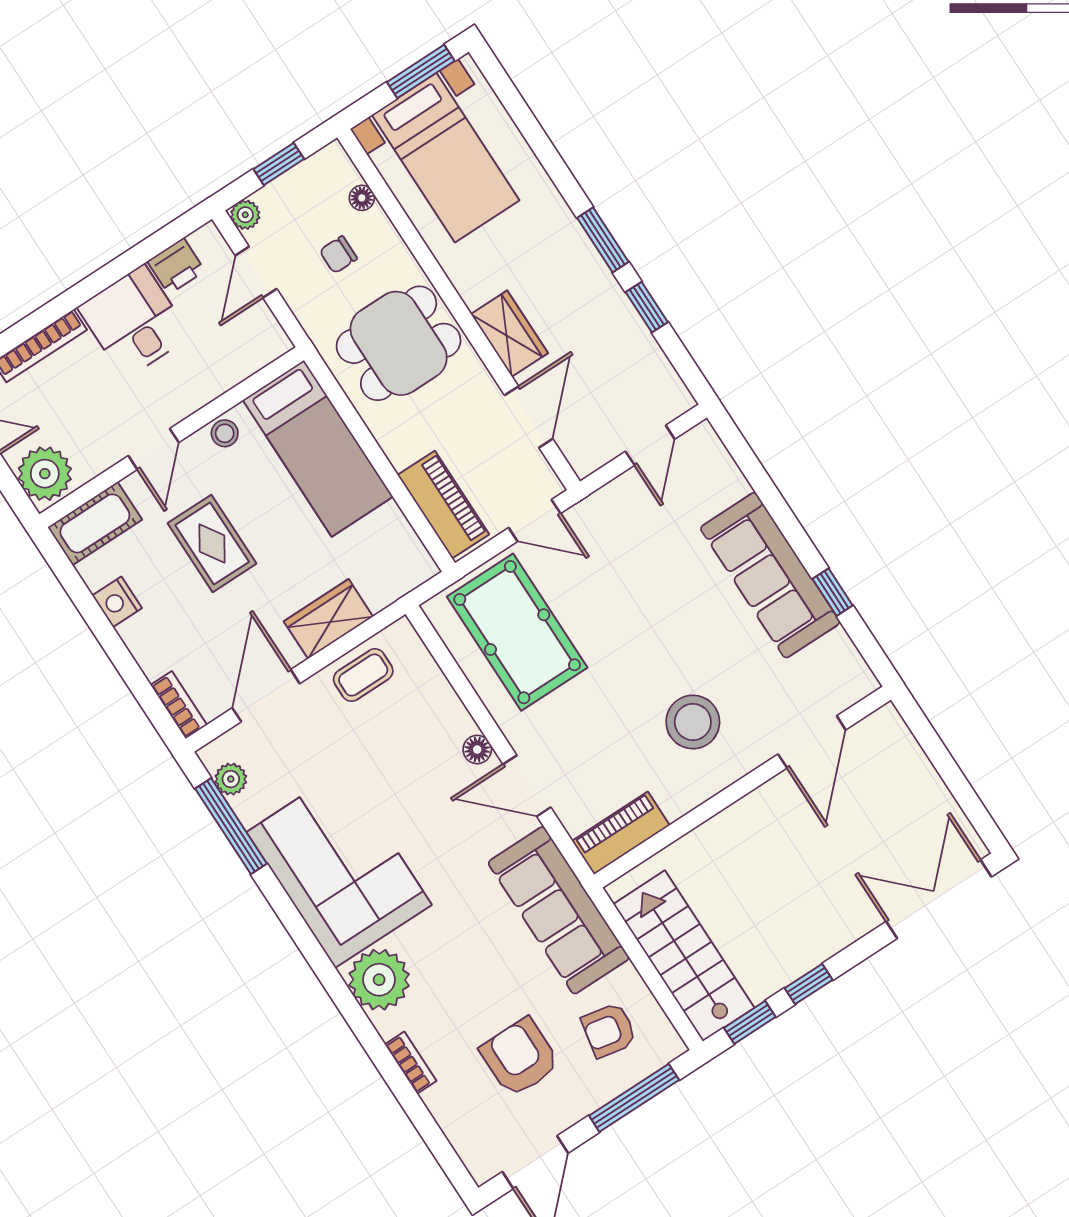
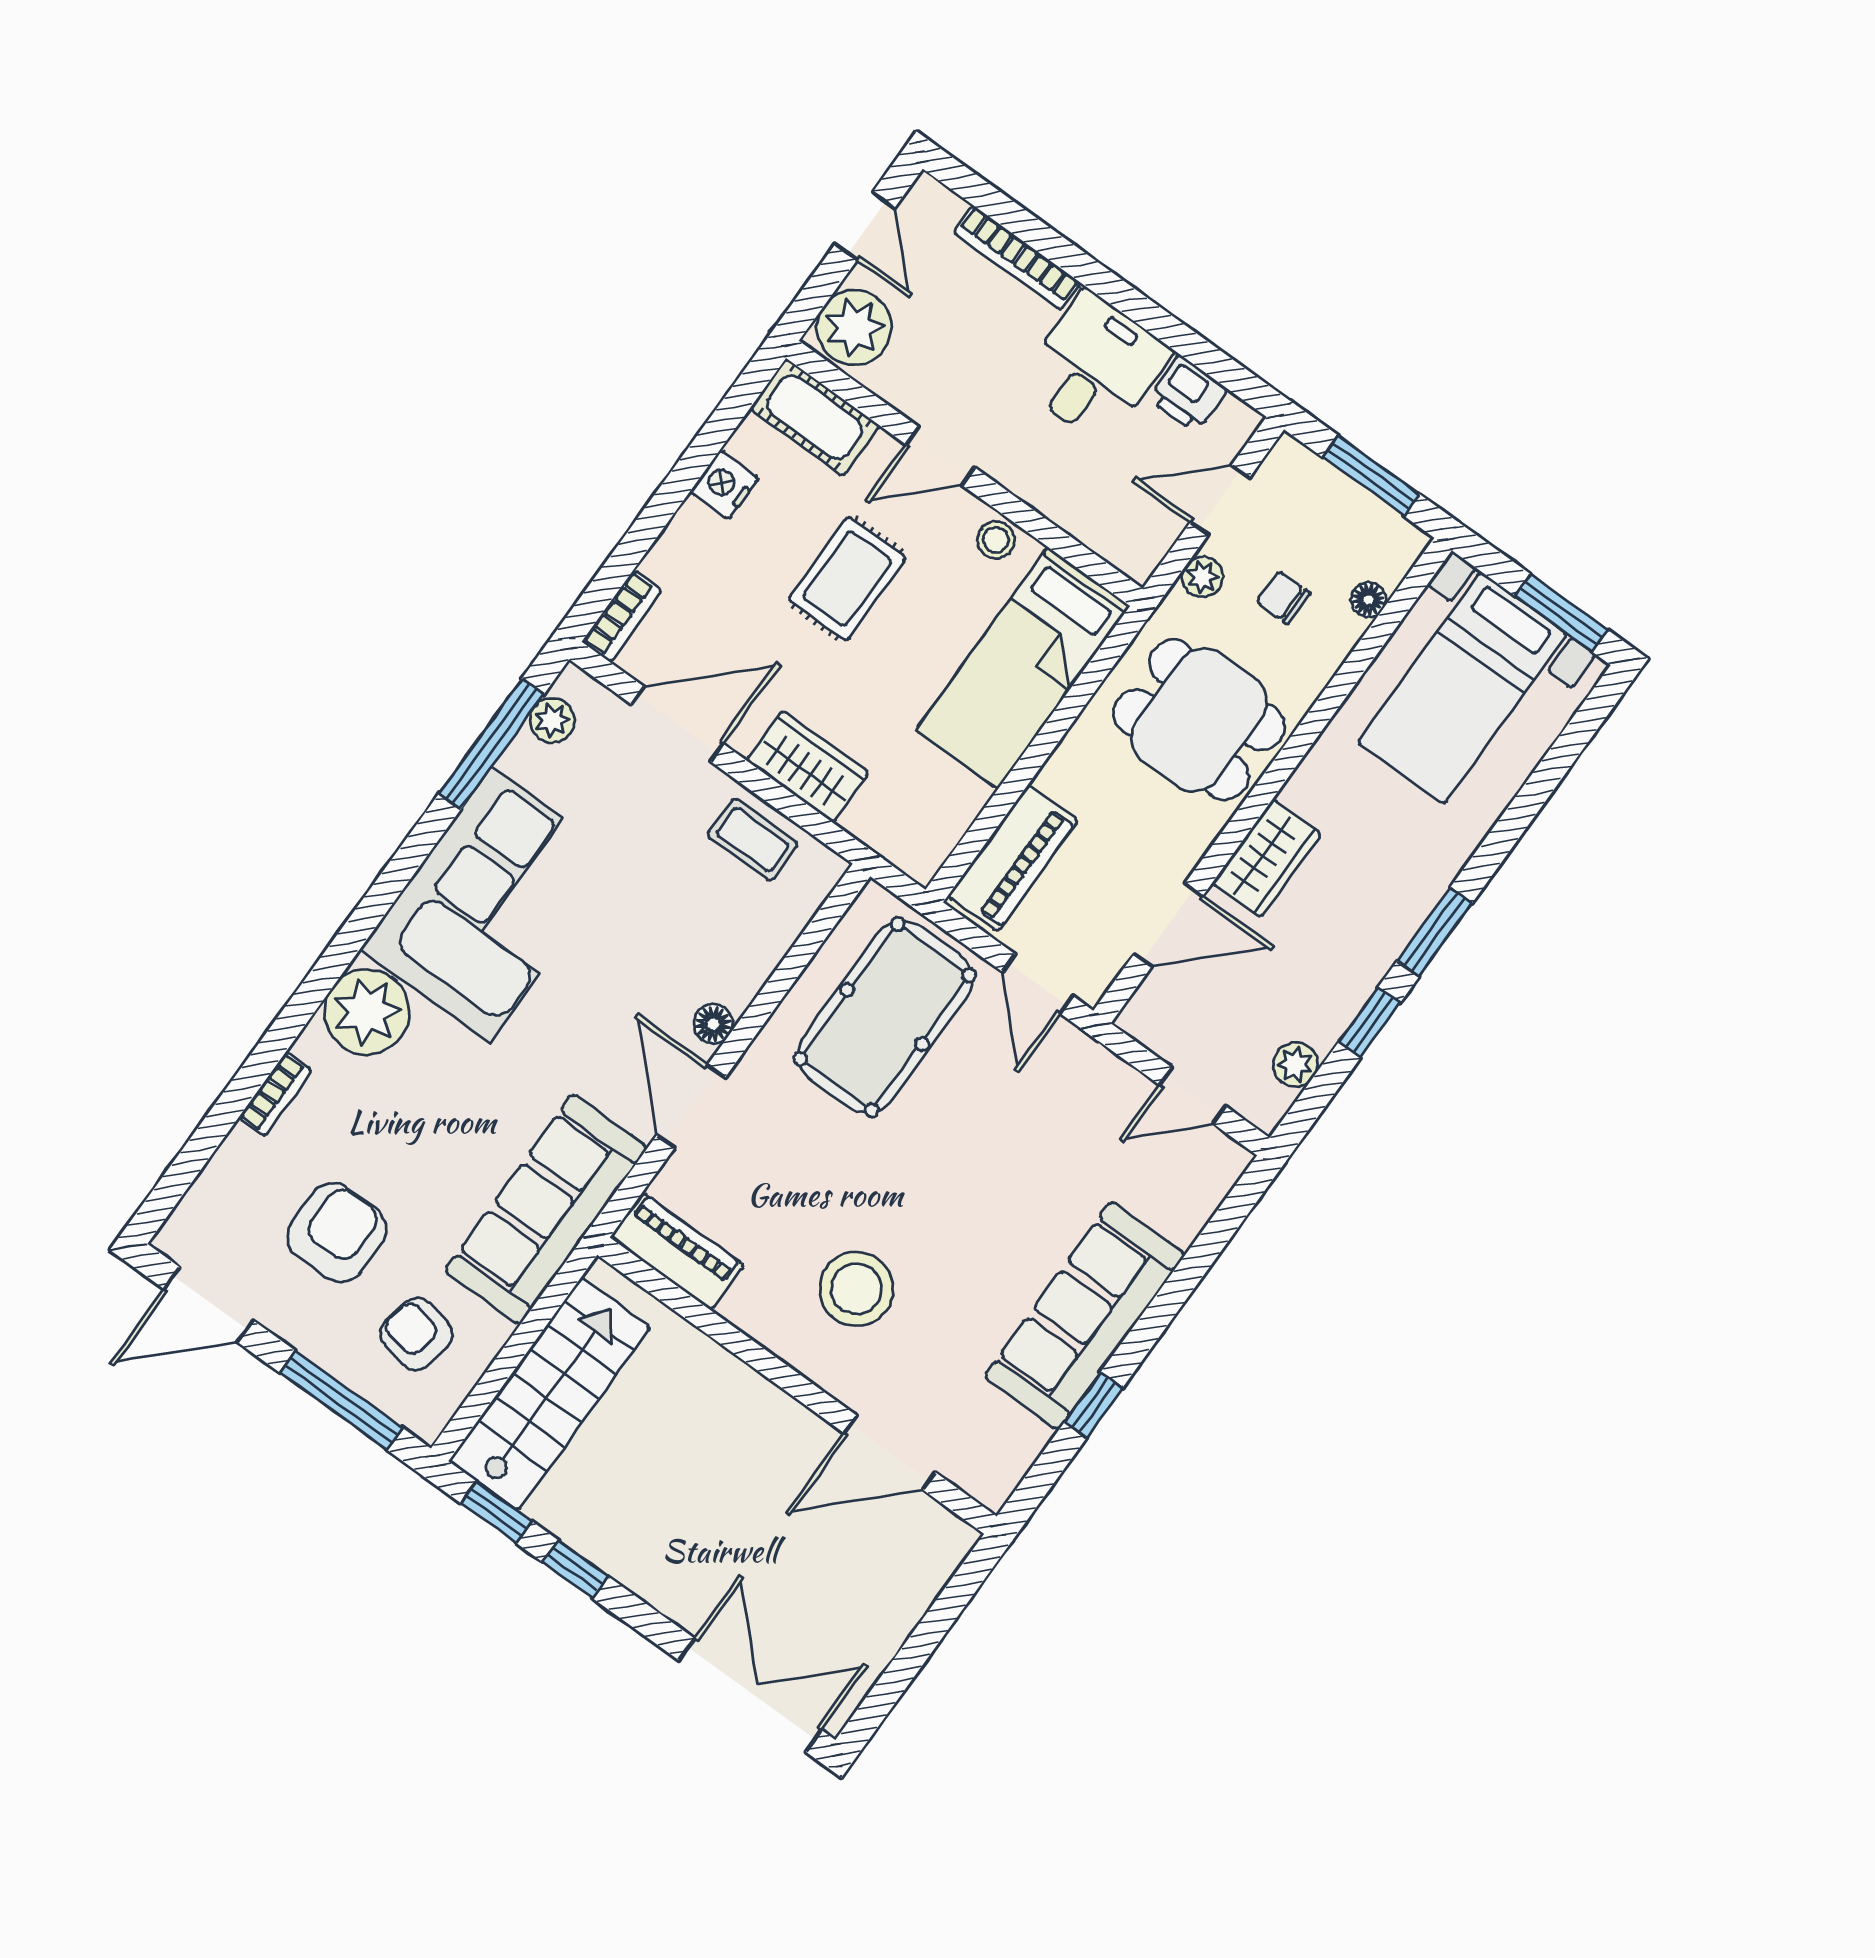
window: (279, 164) -> (1371, 476), width x1.50
plant: (245, 215) -> (1202, 577), moved
plant: (656, 368) -> (1295, 1064), added

